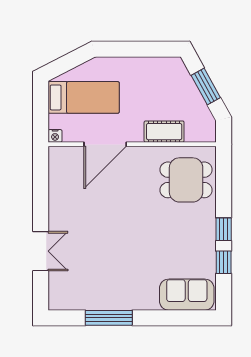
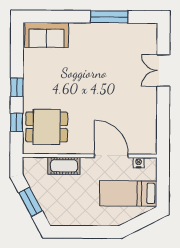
nightstand: (55, 136) -> (139, 163), moved
door: (105, 144) -> (111, 156), hinge flipped
window: (224, 262) -> (17, 122), moved

